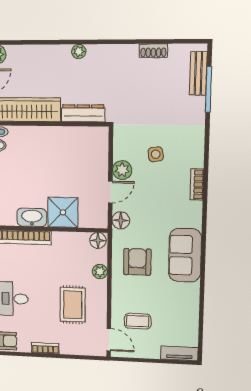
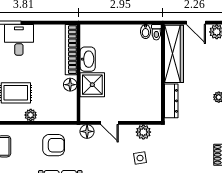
plant: (122, 170) -> (143, 132), moved
floor lamp: (98, 240) -> (70, 85), moved
plant: (100, 271) -> (31, 115), moved

